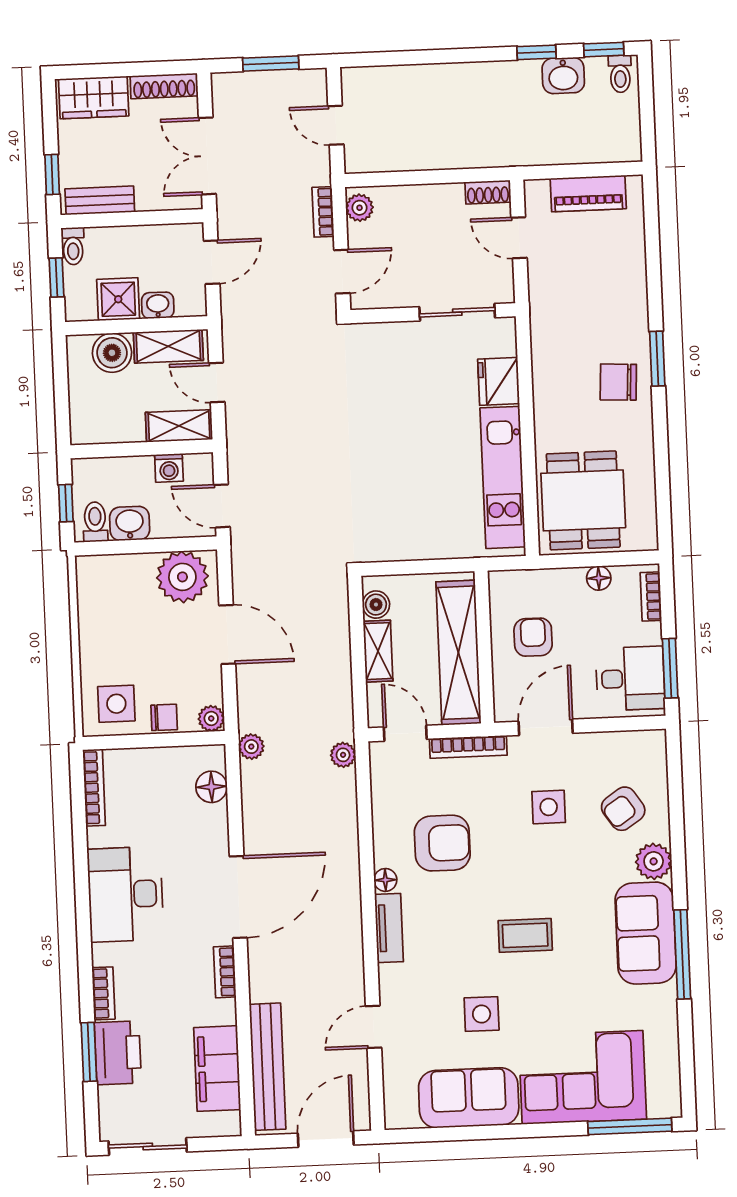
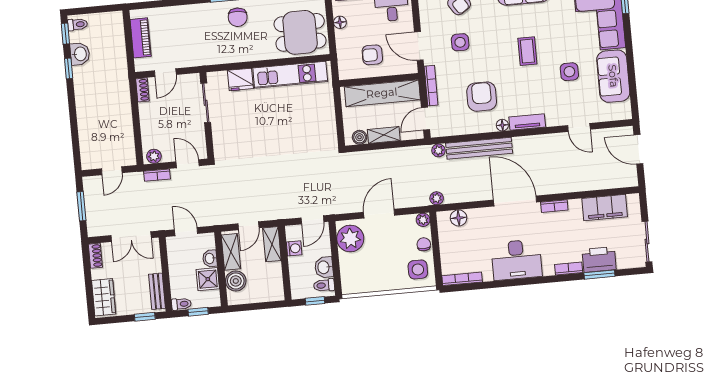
shoe rack: (164, 86) -> (95, 256), width x0.70
bench: (268, 1067) -> (479, 148), moved

